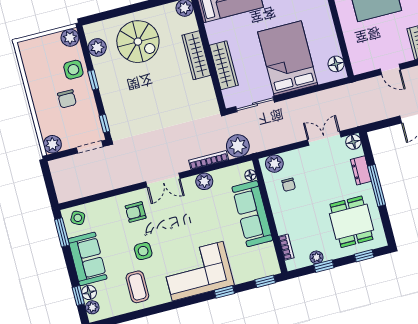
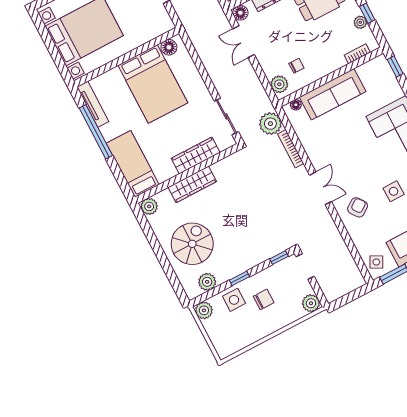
bed: (288, 58) -> (153, 84), moved, turned -90
plant: (204, 181) -> (312, 148), removed
armchair: (136, 212) -> (358, 207), turned -126

